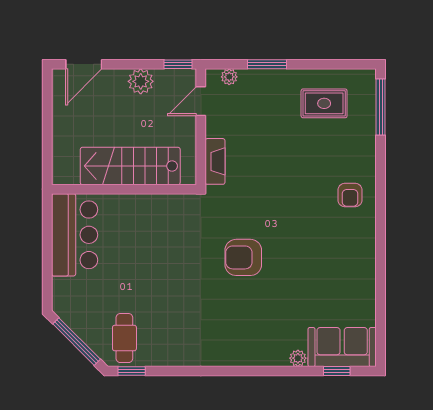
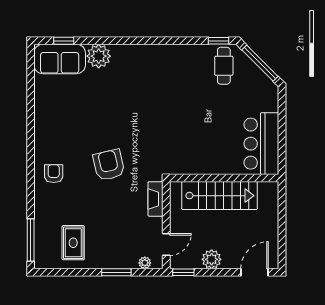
rug: (324, 103) -> (73, 243), turned 90
armchair: (243, 257) -> (109, 165), moved, turned -103
plant: (298, 358) -> (99, 56), width x1.88, depth x1.88

